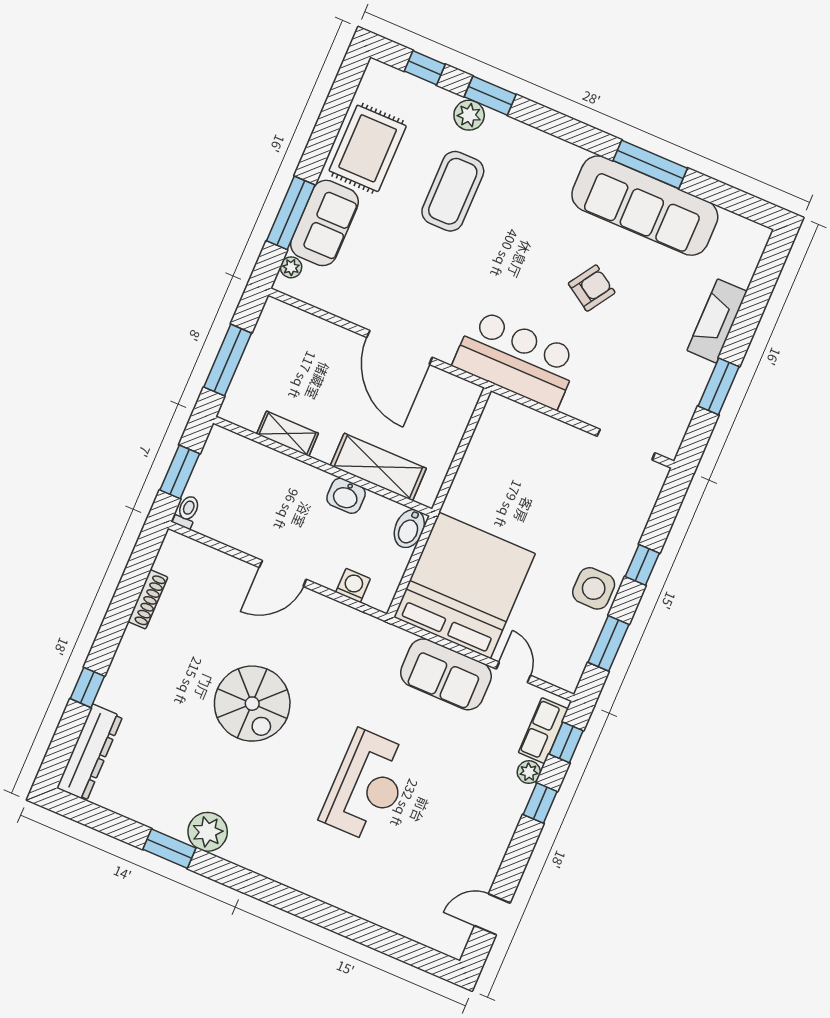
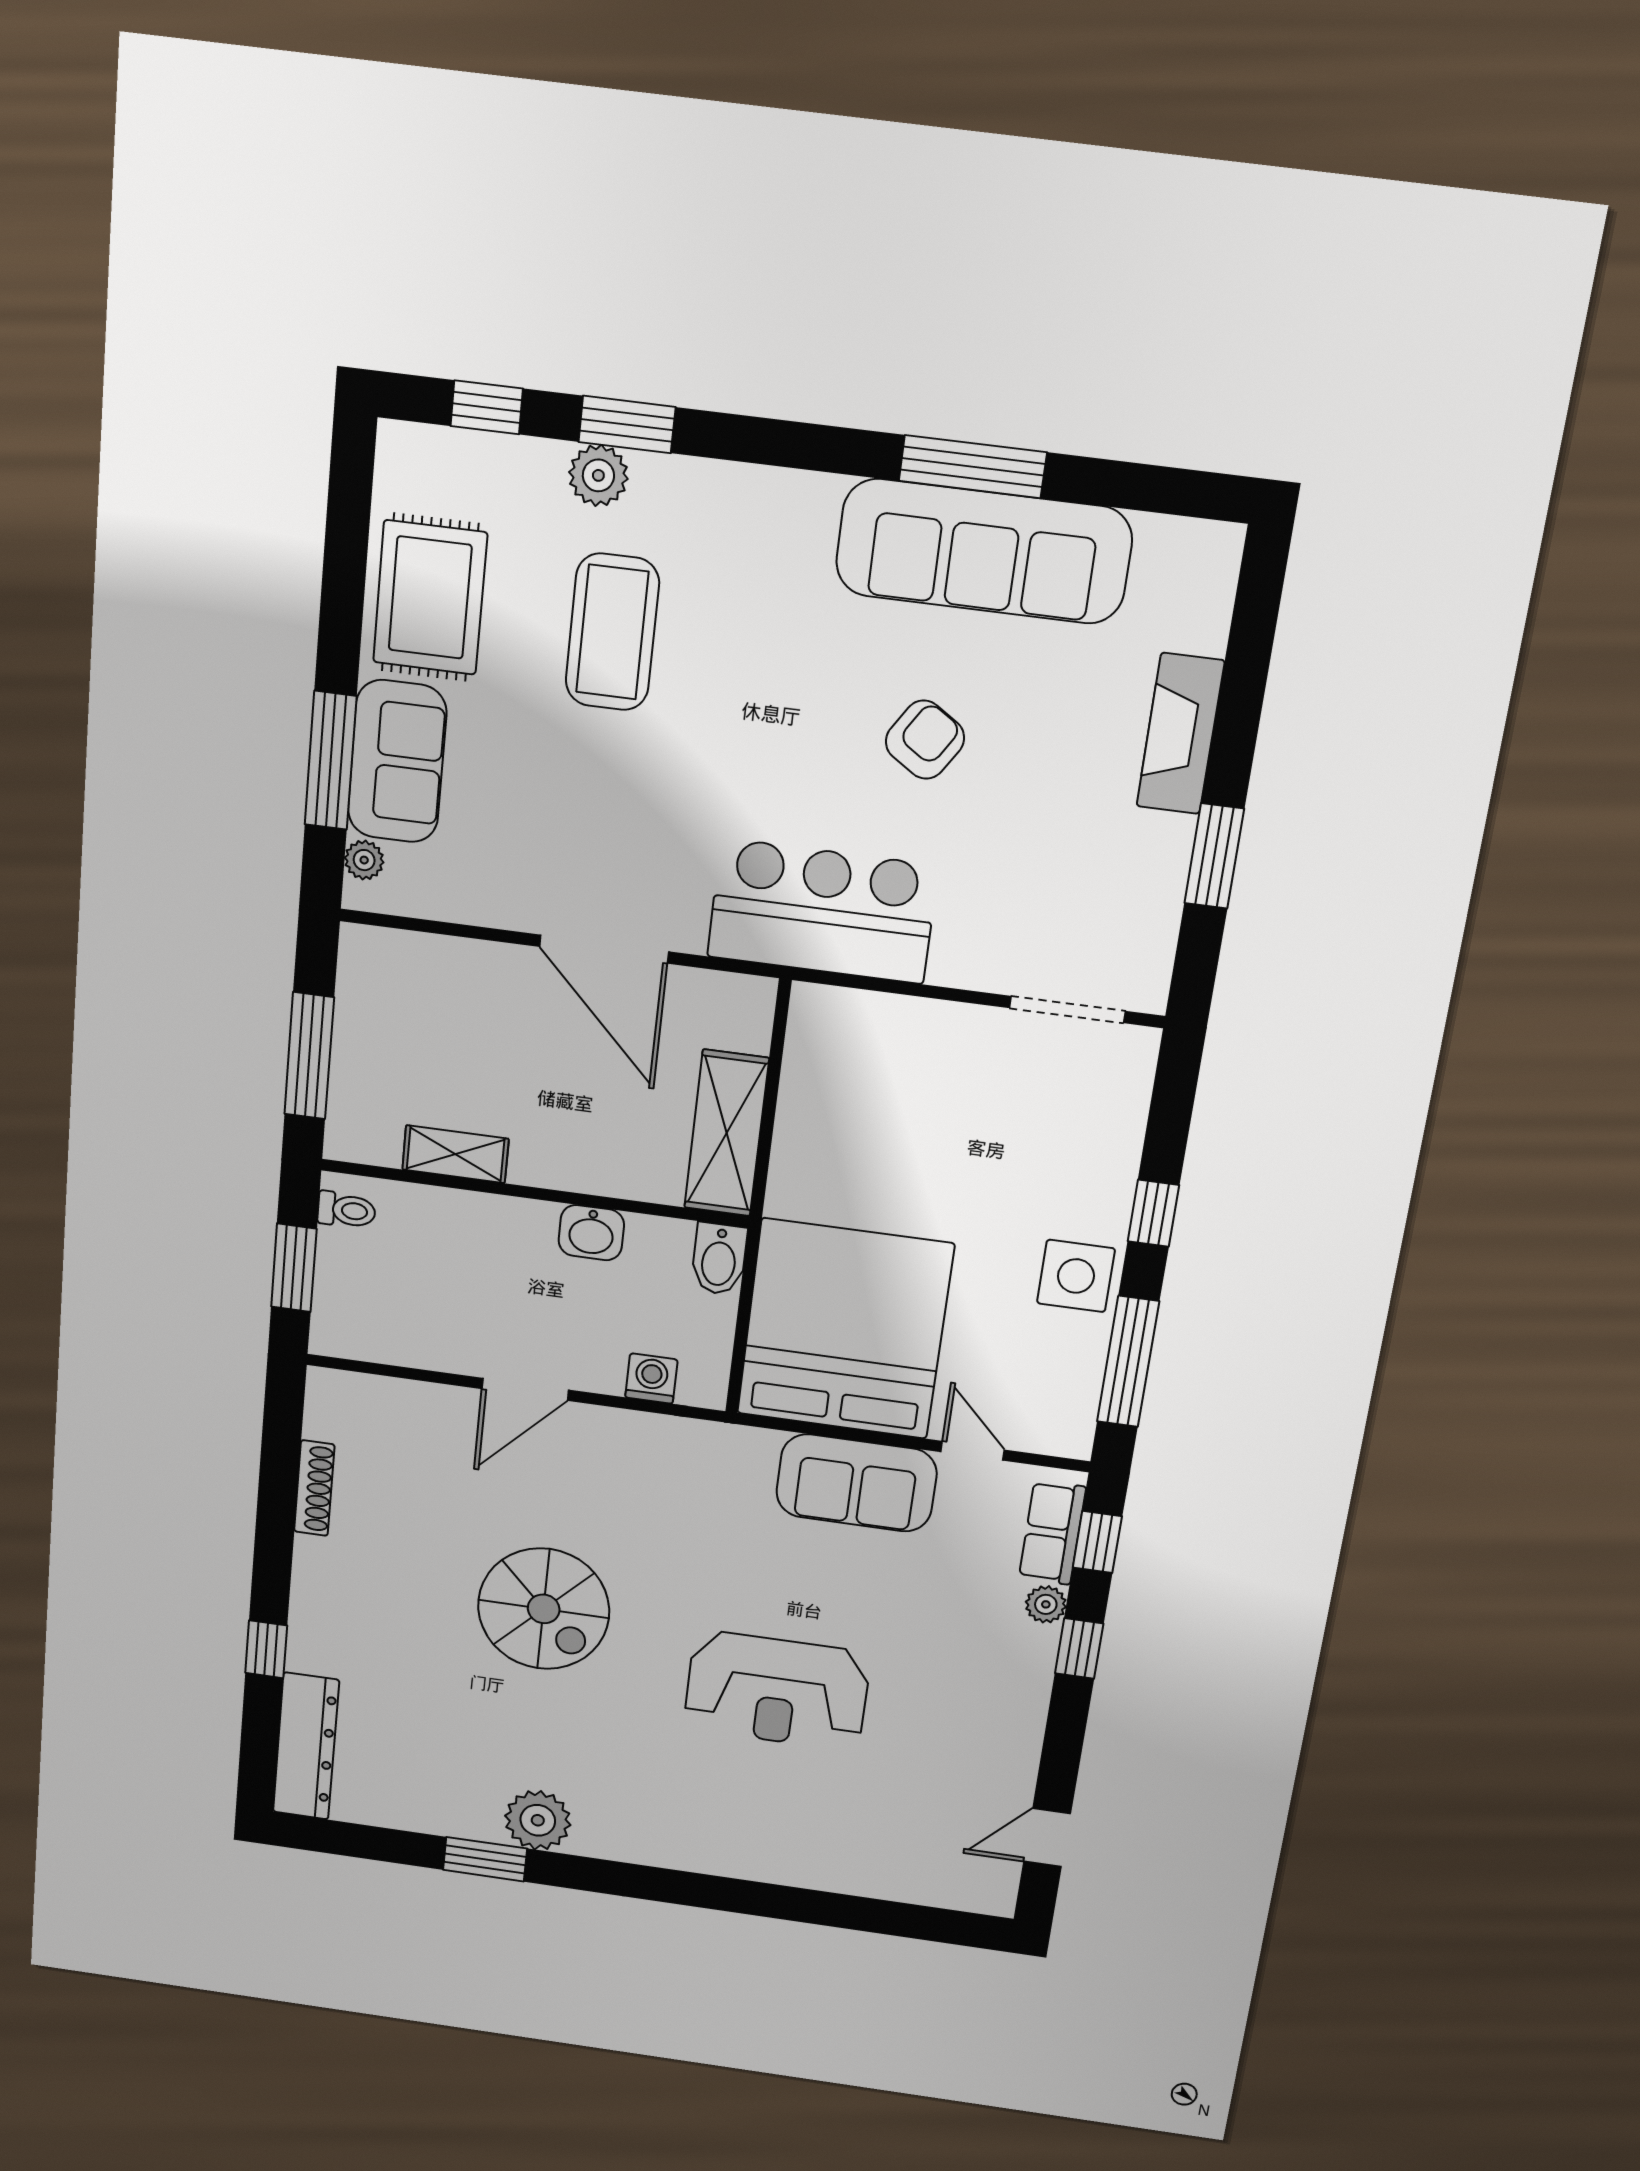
shelving: (378, 467) -> (727, 1133), moved, turned 90
toilet: (187, 512) -> (347, 1210), moved, turned 90
window: (609, 643) -> (1128, 1362), width x1.44
reception desk: (367, 786) -> (777, 1691), turned 90

